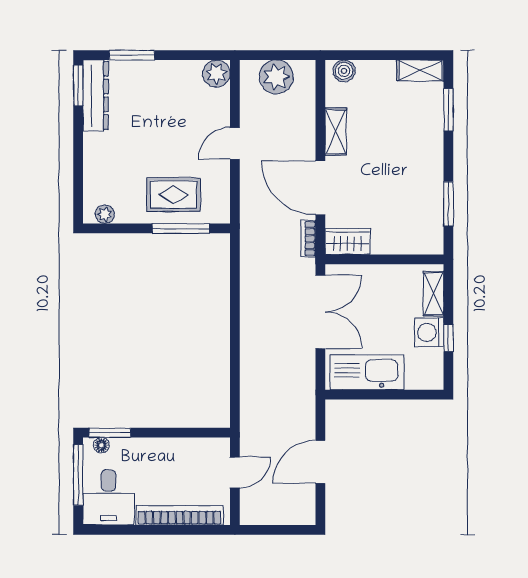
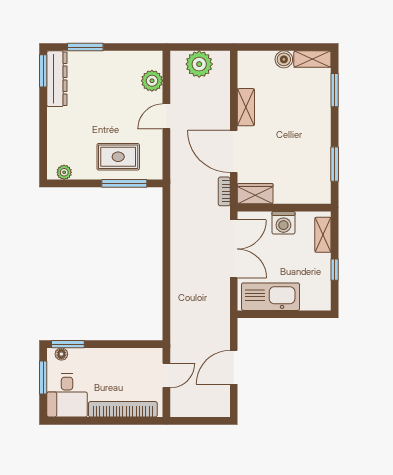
boiler: (344, 71) -> (284, 59), moved
plant: (216, 74) -> (152, 81), moved
washing machine: (429, 332) -> (283, 223), moved, turned -90
window: (78, 475) -> (43, 378), width x0.69

